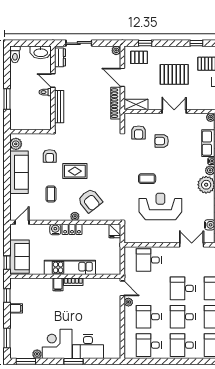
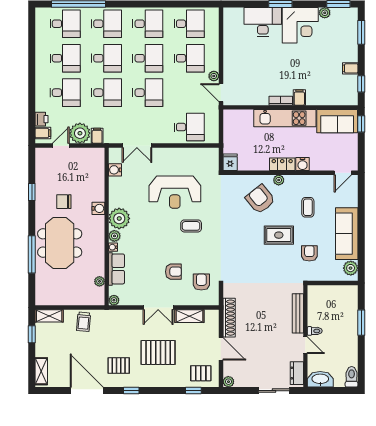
shelving: (136, 104) -> (189, 316), moved
sofa: (19, 257) -> (337, 121), moved, turned -90

